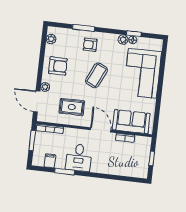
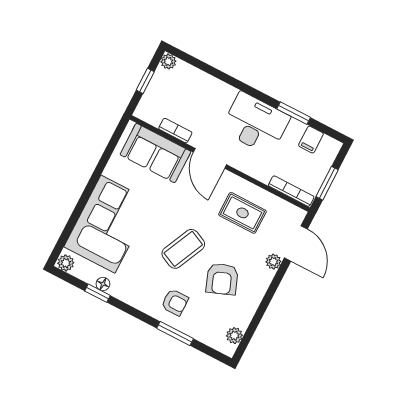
plant: (123, 40) -> (66, 263), moved
armchair: (58, 66) -> (222, 279), moved, turned -111
desk: (79, 158) -> (255, 123), width x1.37
plant: (143, 174) -> (168, 61), added

